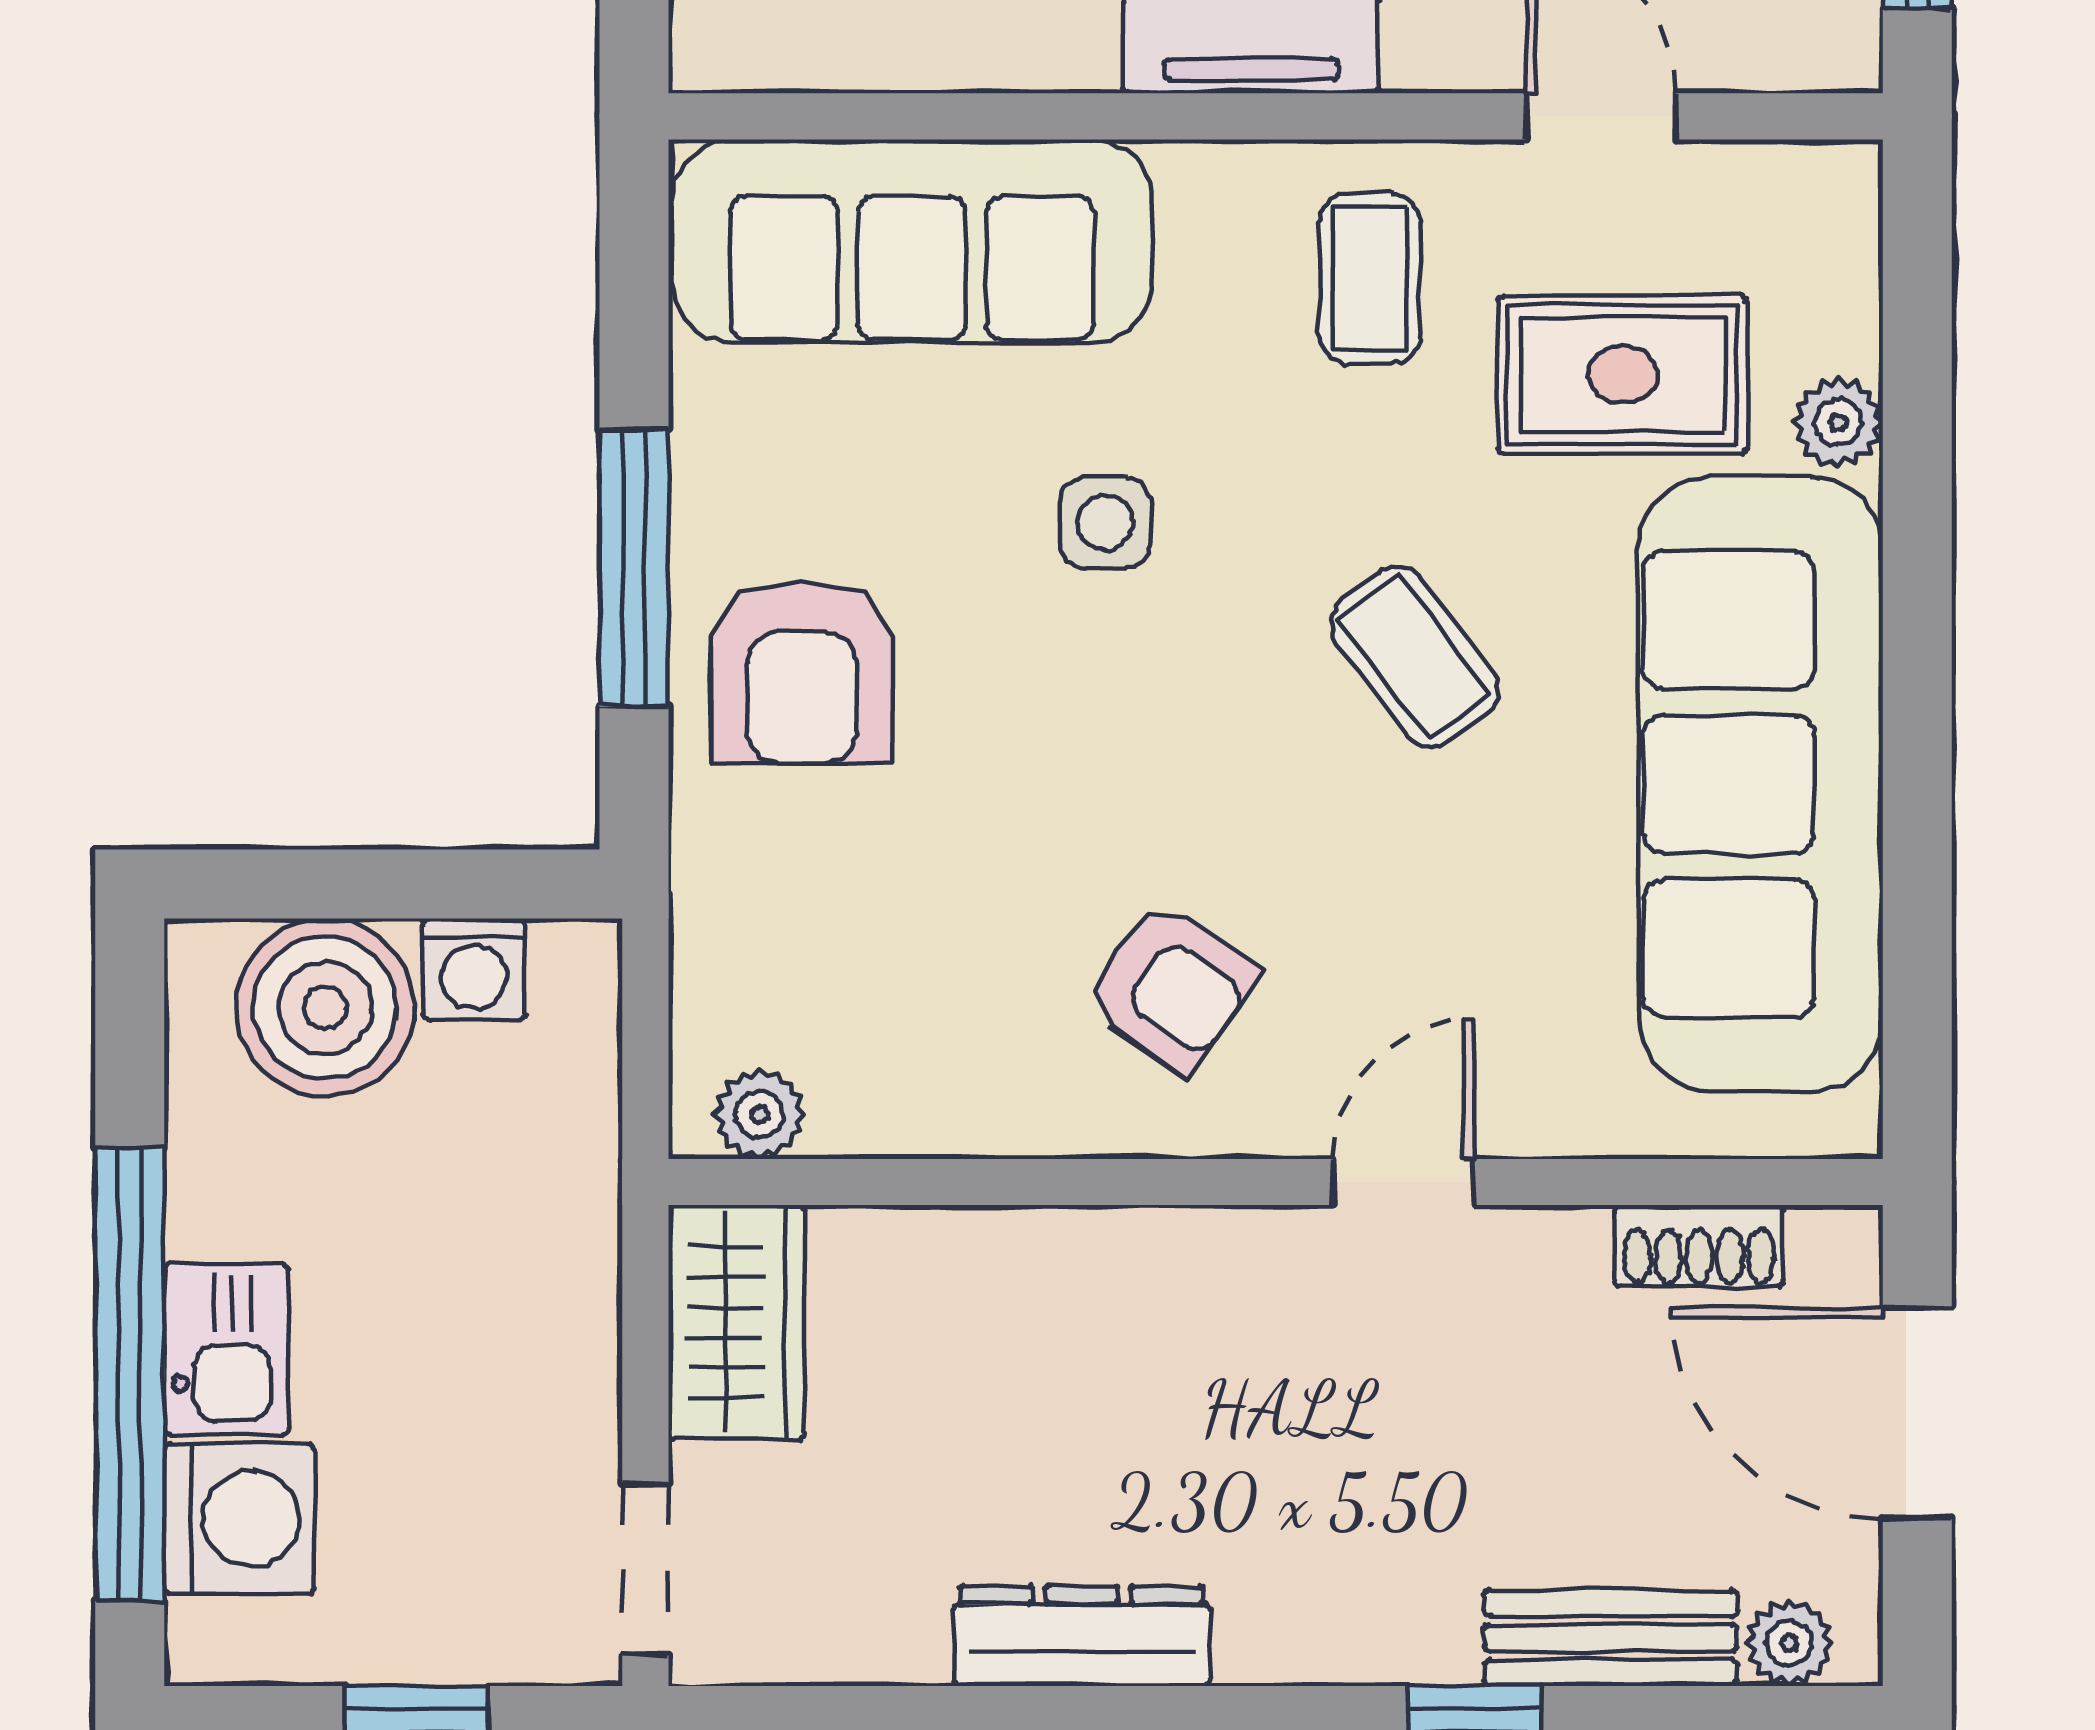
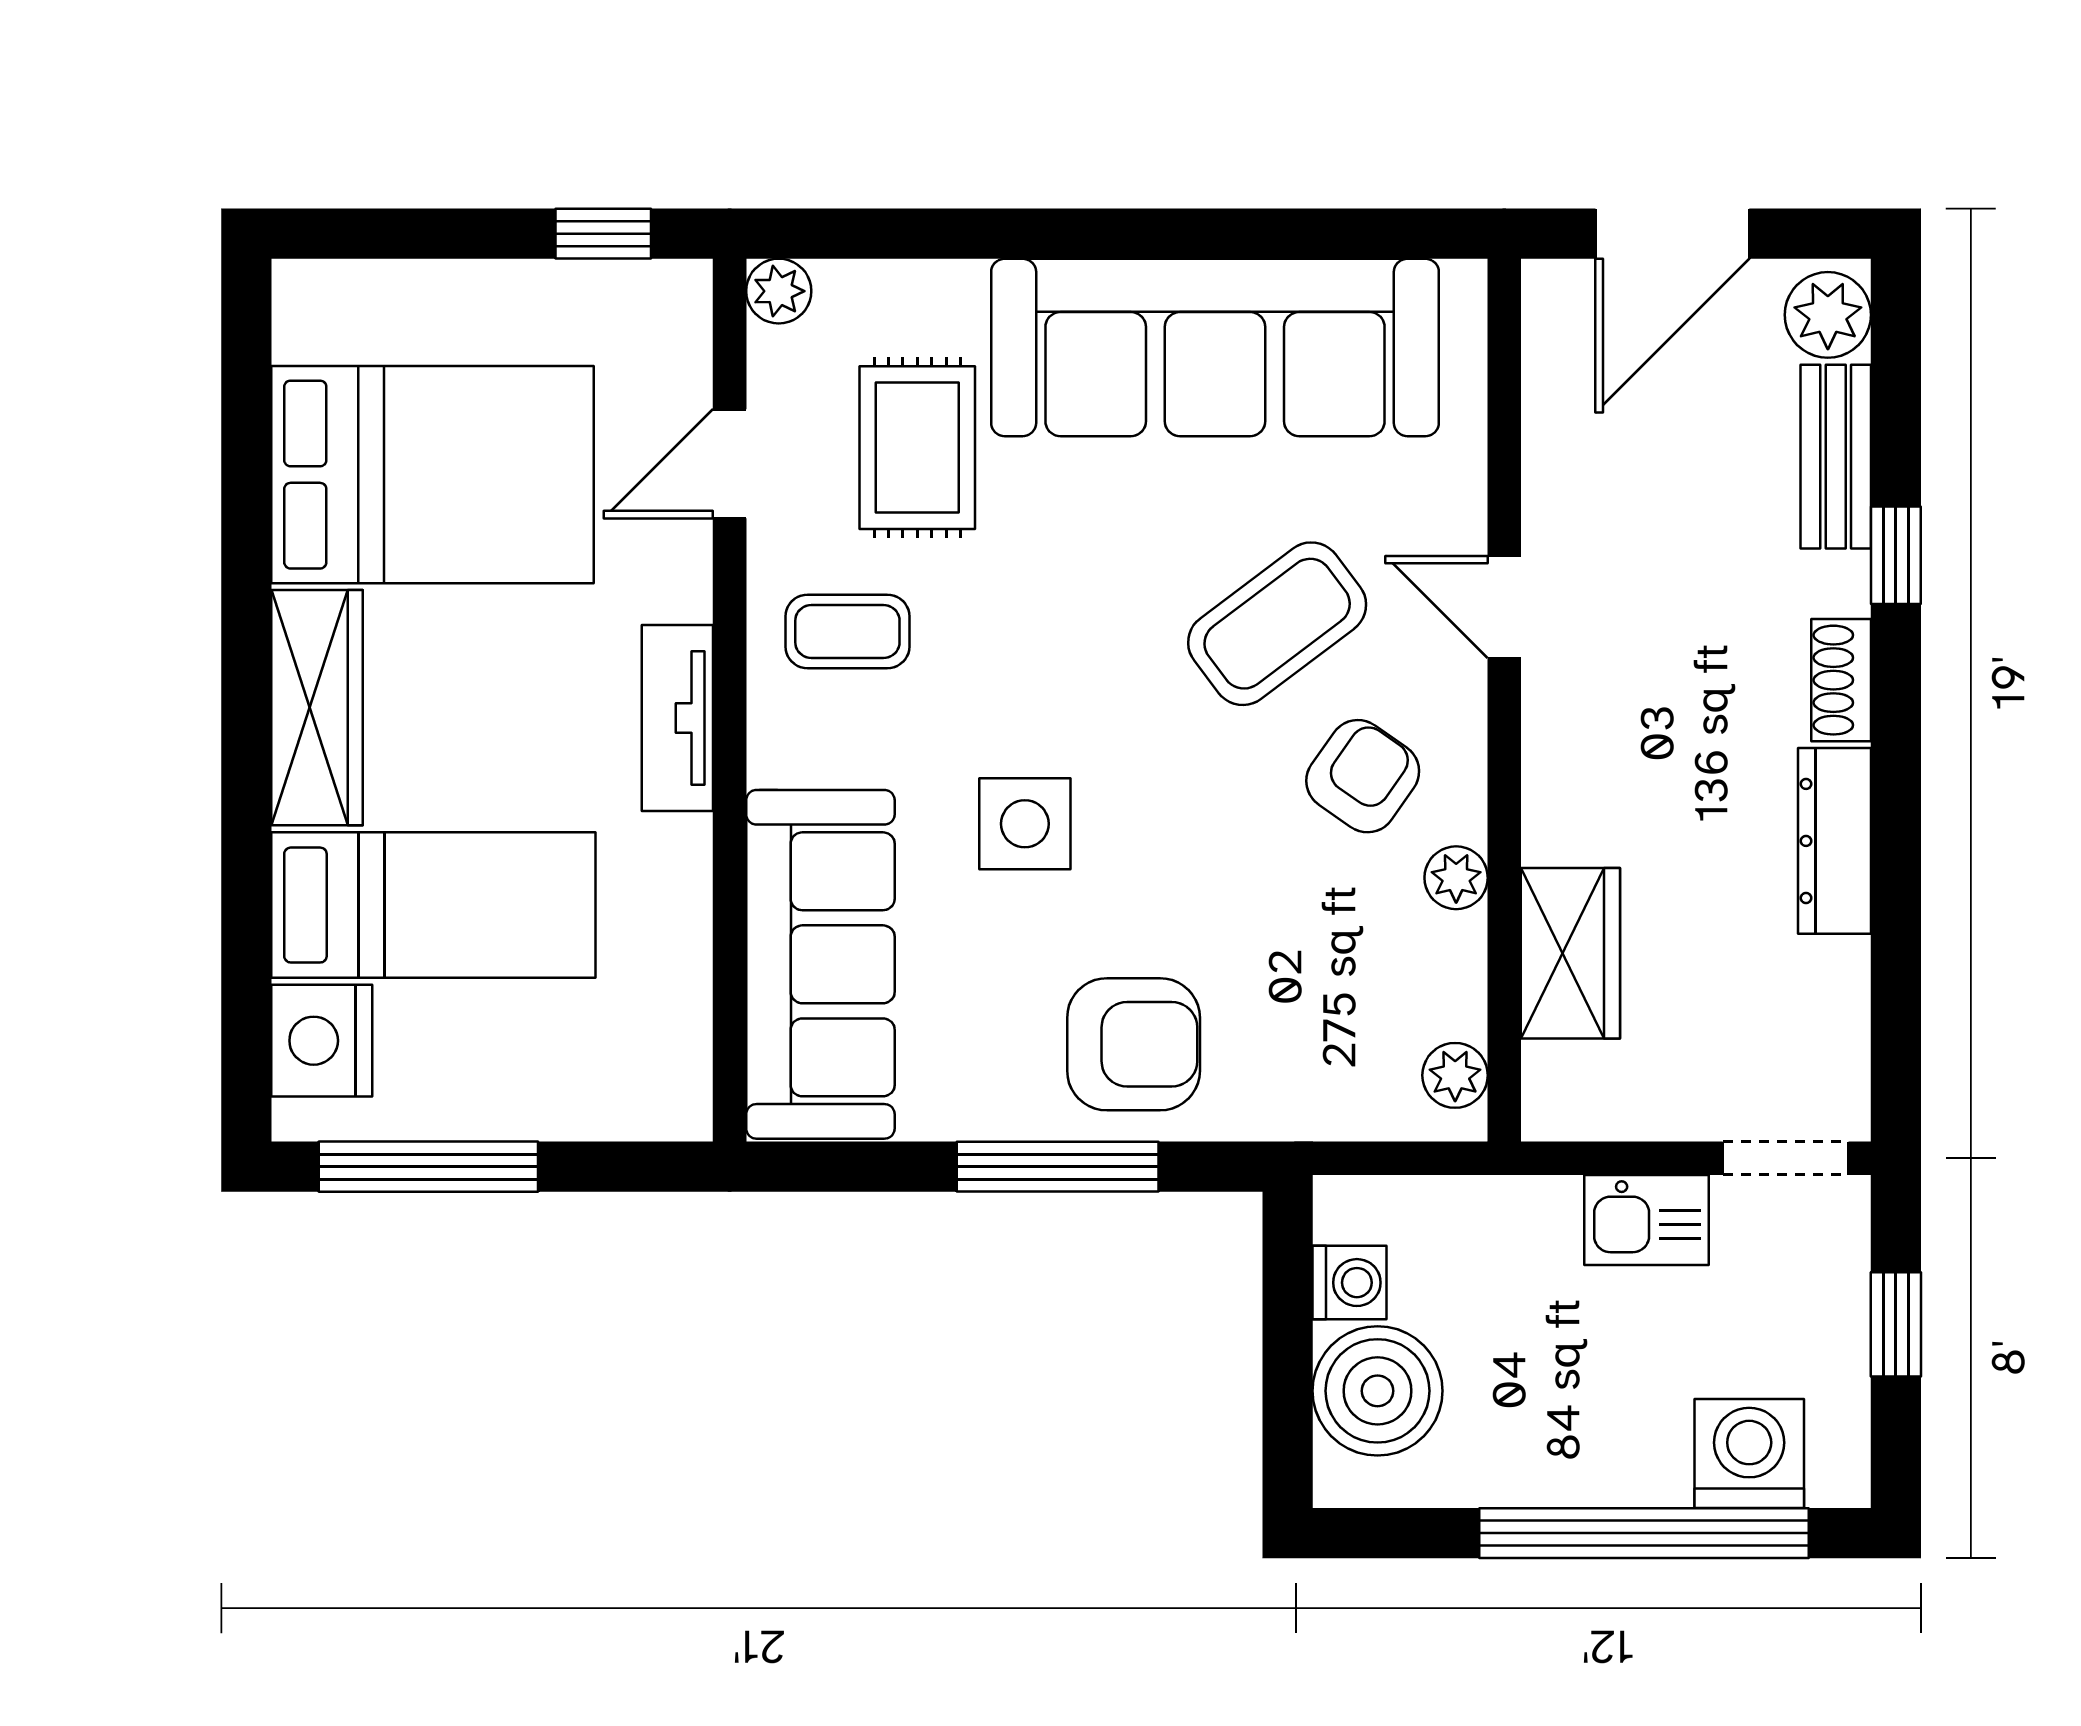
plant: (1838, 423) -> (779, 291), moved
side table: (1105, 523) -> (1025, 824), width x1.37, depth x1.37
coffee table: (1414, 656) -> (1277, 624), moved, width x1.36, depth x1.30
plant: (1031, 1116) -> (1456, 878), added
shoe rack: (1699, 1246) -> (1841, 680), moved, turned 180
wardrobe: (736, 1322) -> (1570, 953), moved, turned 90
kitchen sink: (226, 1349) -> (1646, 1220), moved, turned 180
plant: (1789, 1643) -> (1828, 315), width x1.38, depth x1.38

